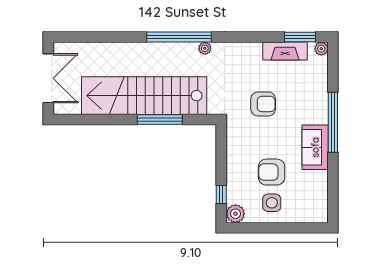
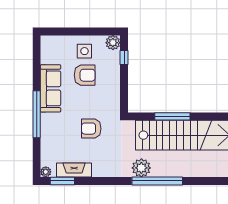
plant: (205, 48) -> (141, 168), width x1.88, depth x1.88
sofa: (315, 147) -> (51, 88), width x1.36

